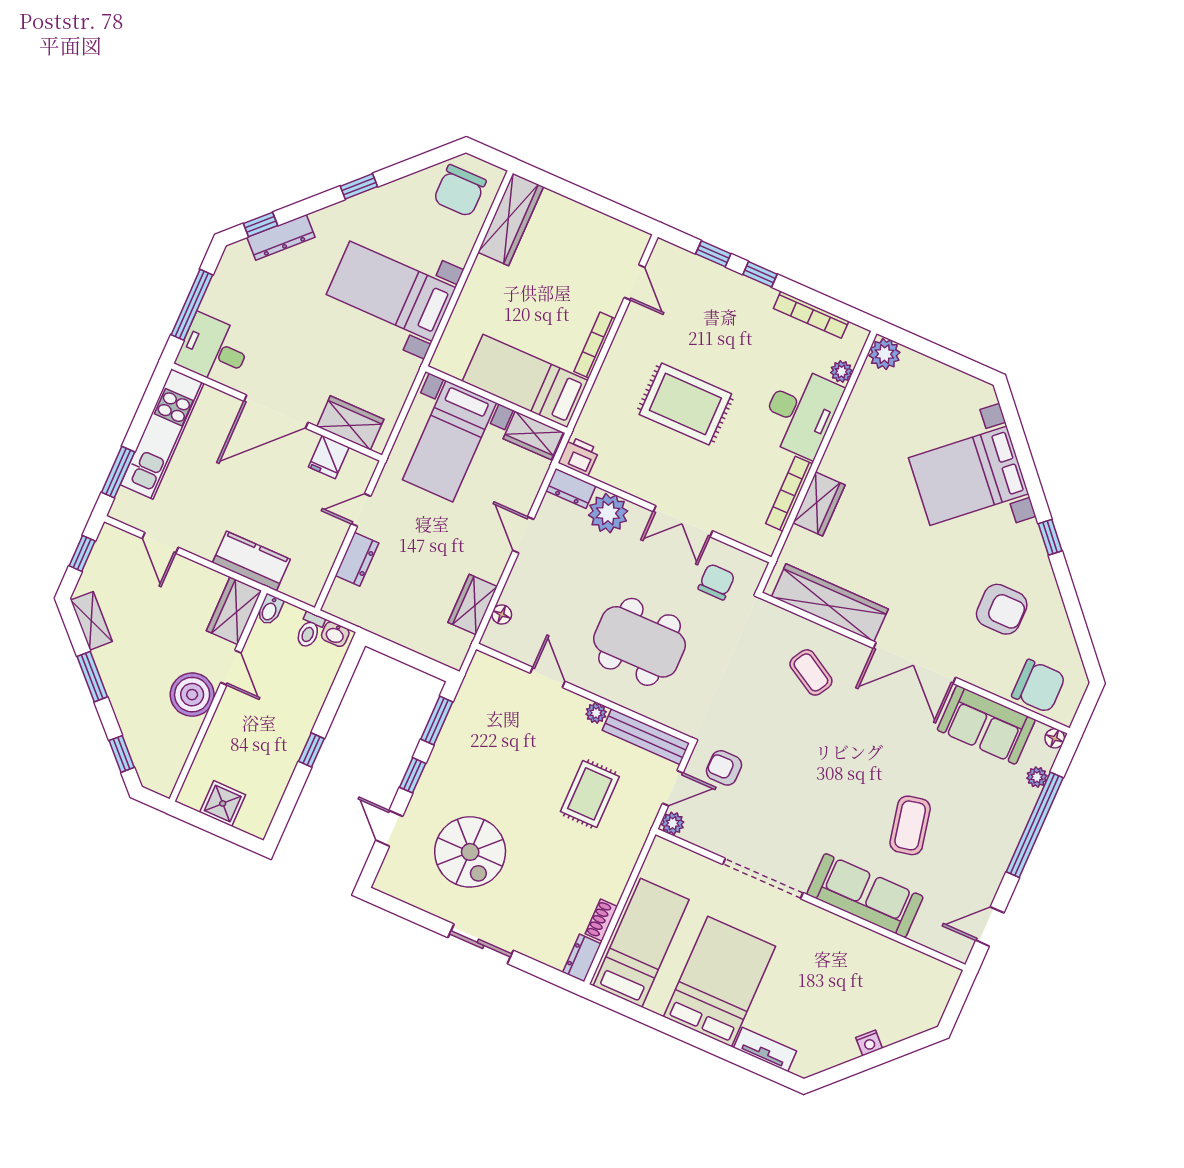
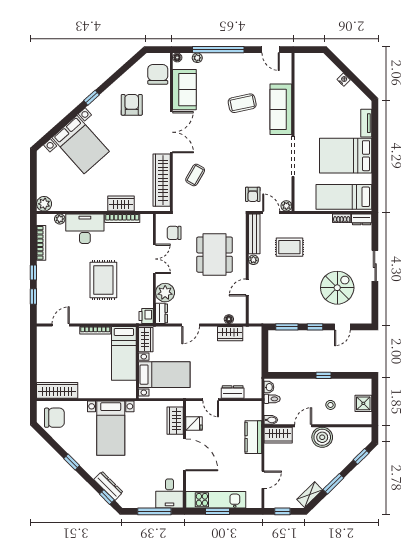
window: (118, 472) -> (217, 511), moved
stool: (248, 738) -> (330, 405), added

